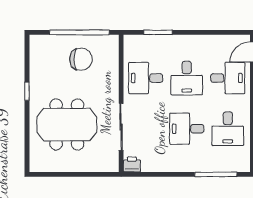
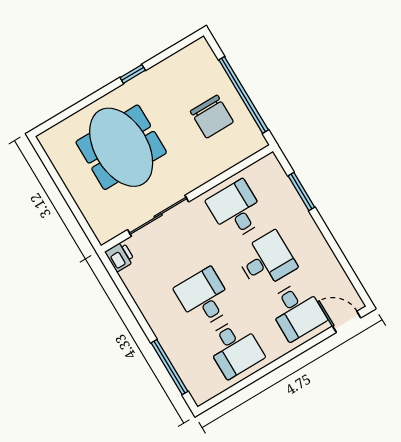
desk: (187, 78) -> (266, 260), turned 180
desk: (228, 129) -> (234, 348), turned -90

